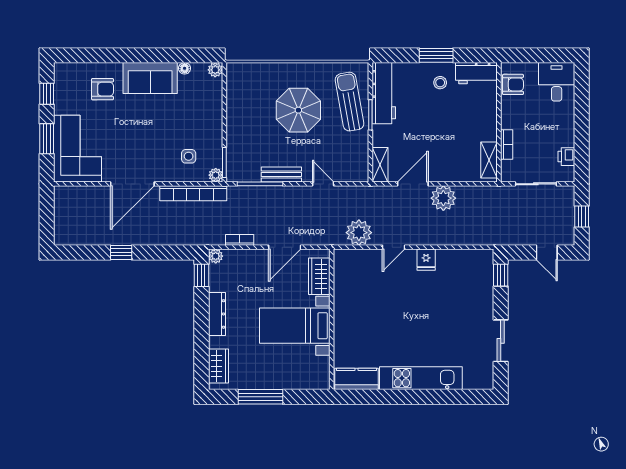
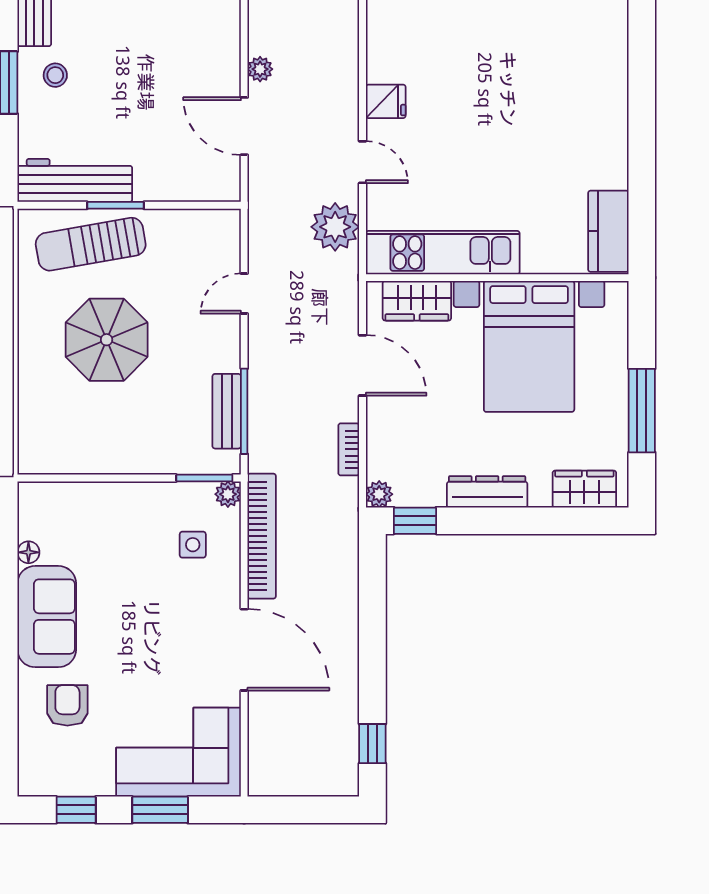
plant: (215, 70) -> (31, 495), removed
shelving: (380, 165) -> (209, 187), removed
bench: (281, 174) -> (227, 411), moved
plant: (443, 198) -> (260, 69), width x0.53, depth x0.53
window: (121, 252) -> (372, 744), moved
bed with nightstands: (295, 326) -> (529, 346), width x1.36
kitchen unit: (421, 378) -> (443, 253), moved, turned 90

